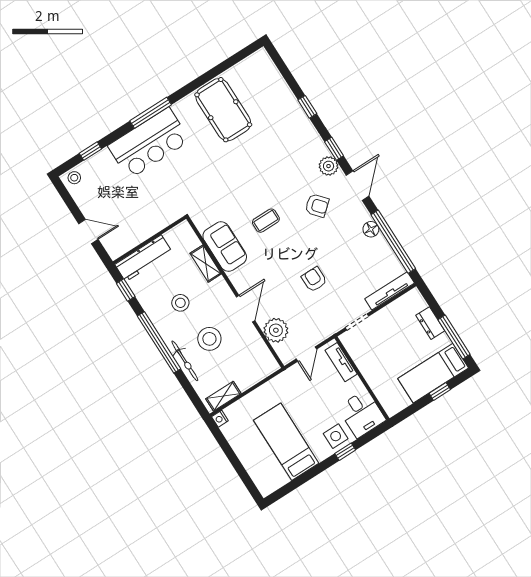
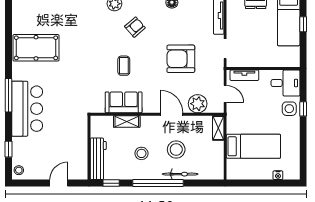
armchair: (314, 279) -> (181, 59), width x1.88, depth x1.88
shelving: (223, 396) -> (218, 128), moved
nightstand: (220, 419) -> (278, 175), moved
bed: (286, 442) -> (253, 146), moved, turned 180

